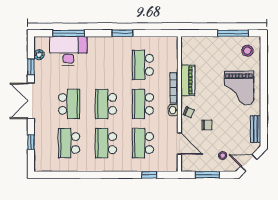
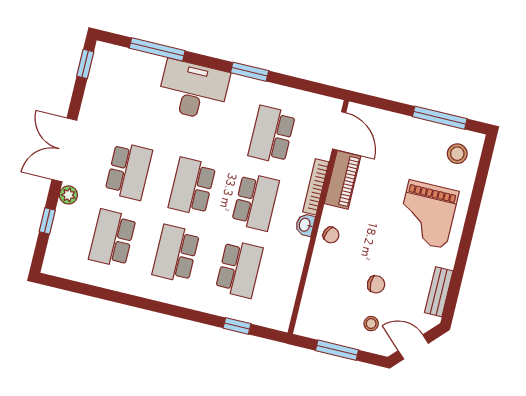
desk: (68, 51) -> (193, 90), moved
plant: (39, 55) -> (68, 195), moved
window: (31, 67) -> (85, 64), moved
school desk: (143, 104) -> (256, 202), turned 180
chair: (207, 125) -> (376, 284), moved
school desk: (143, 143) -> (239, 269), turned 180
door: (179, 143) -> (339, 131), moved

